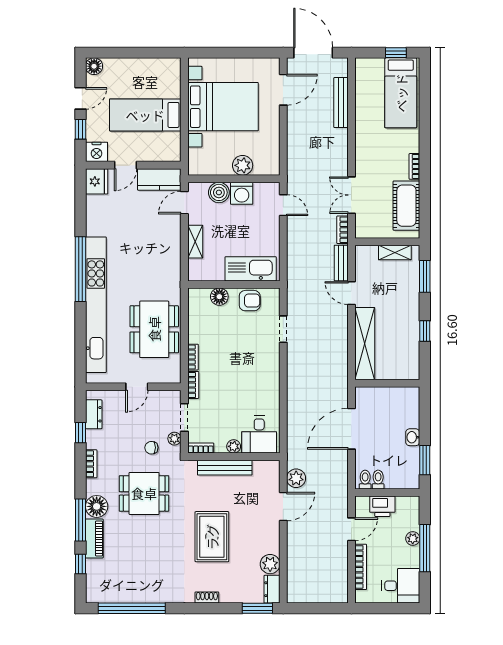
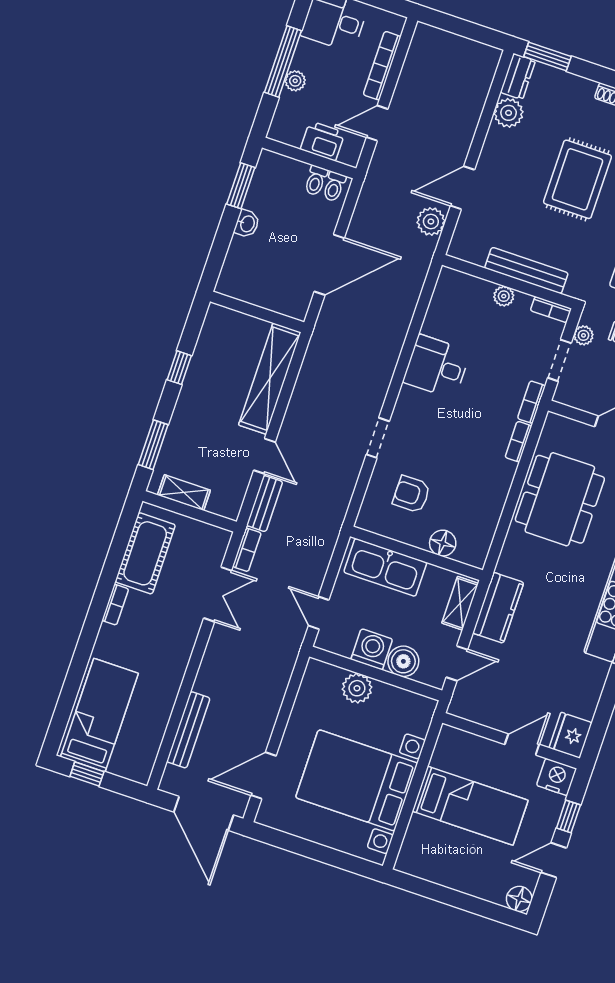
kitchen counter: (159, 179) -> (498, 608), moved, turned 90
kitchen sink: (251, 269) -> (385, 567), moved
wall: (234, 284) -> (416, 553), moved
floor lamp: (219, 297) -> (443, 543), moved
desk: (259, 435) -> (437, 367), moved, turned -90

